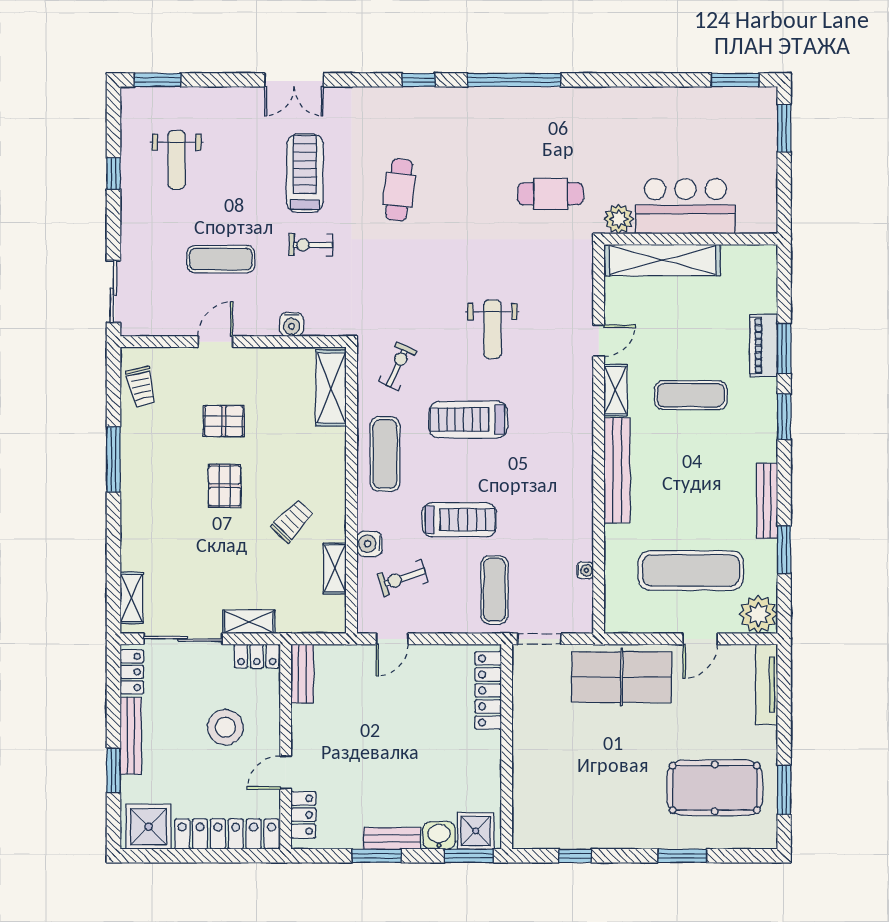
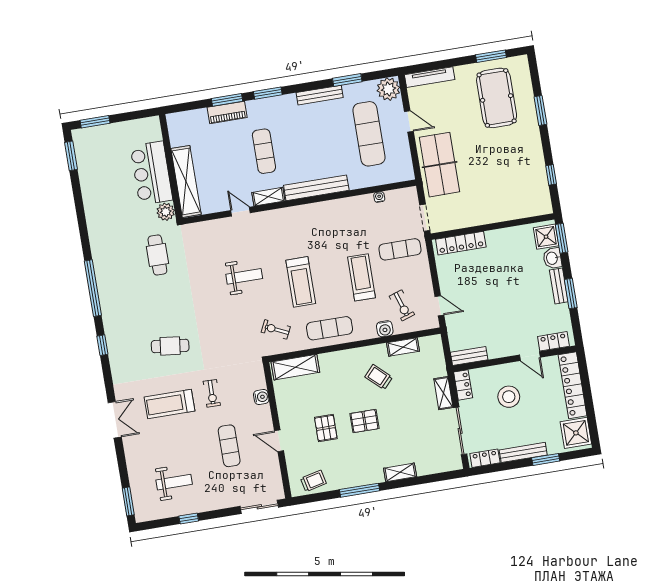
shelving: (132, 598) -> (400, 472), moved

